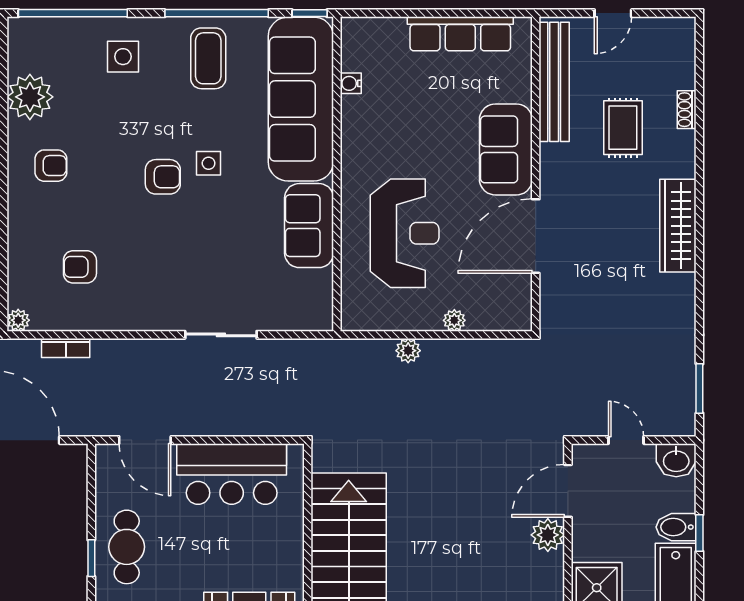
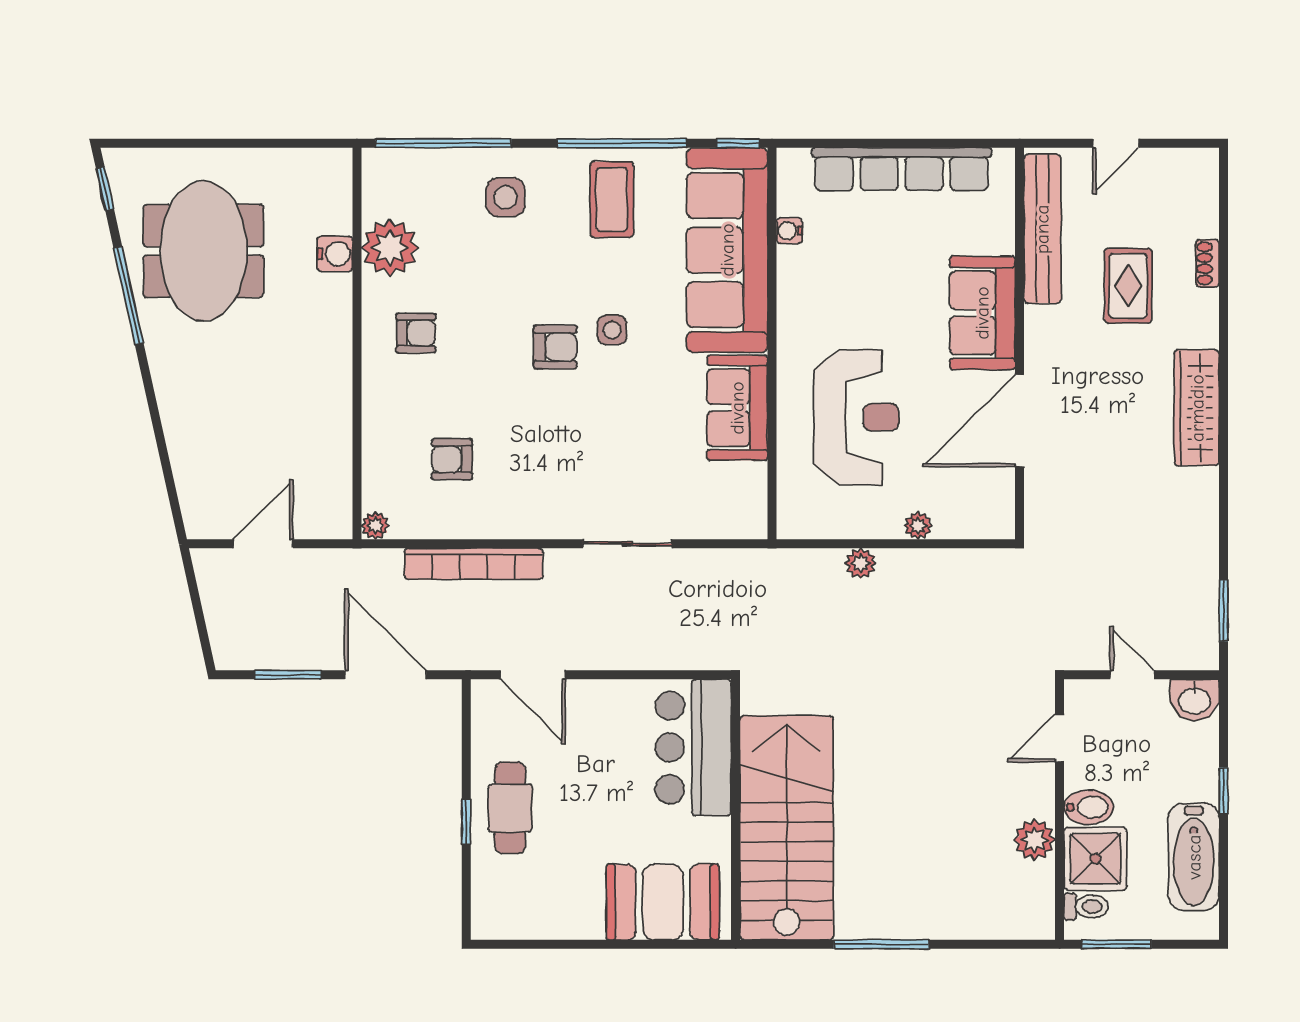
row of seats: (460, 34) -> (902, 169), width x1.36
bookcase: (66, 348) -> (474, 564), width x2.31, depth x1.31
bar counter: (232, 474) -> (693, 747), moved, turned 90
door: (568, 491) -> (1060, 738), width x0.73
bidet: (676, 527) -> (1089, 807), moved, turned 180
plant: (548, 535) -> (1035, 840), moved

